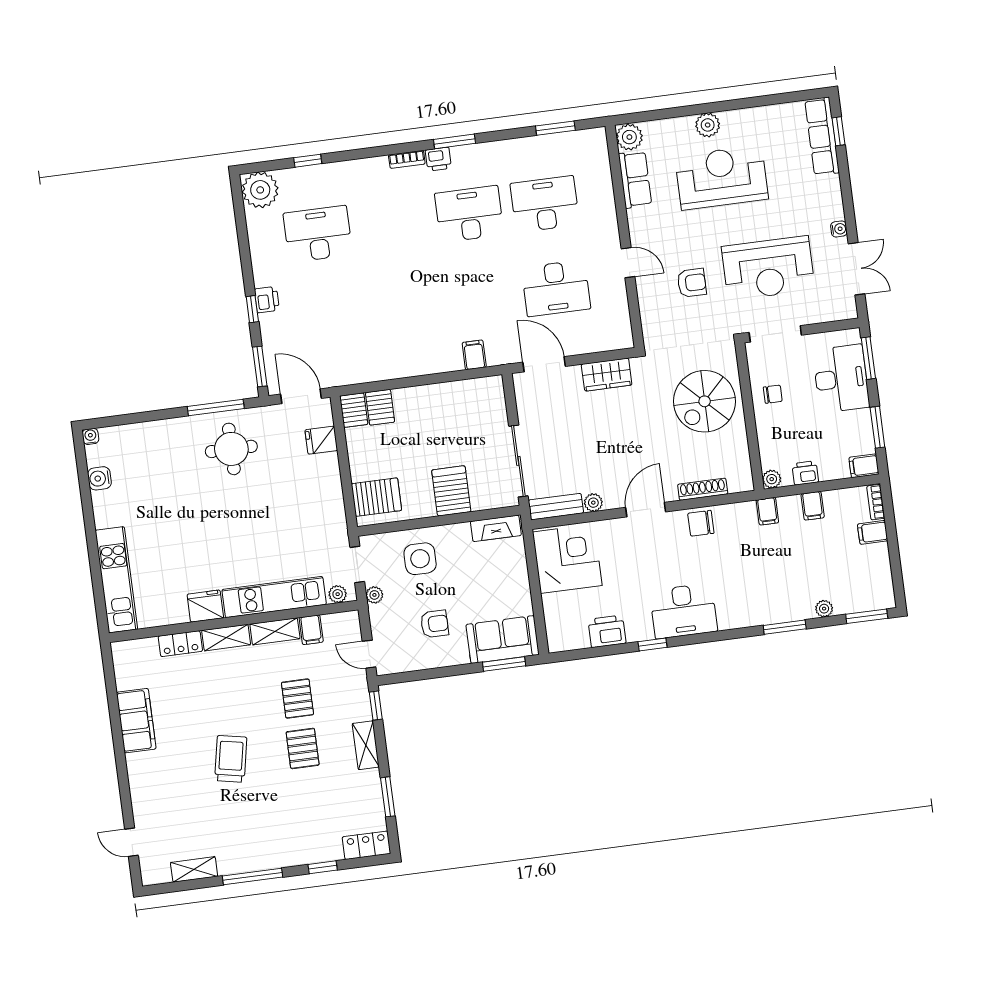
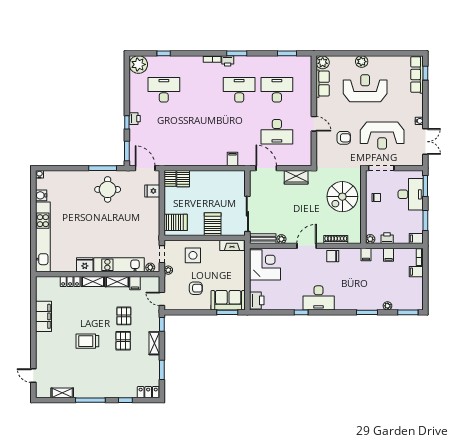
kitchen unit: (116, 580) -> (43, 237), width x1.36
printer: (607, 631) -> (257, 300), moved, turned 90
trolley: (231, 759) -> (87, 341), turned -101

